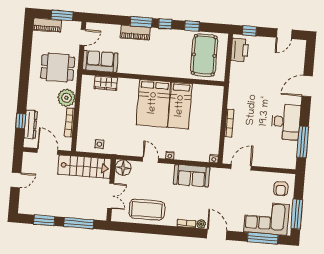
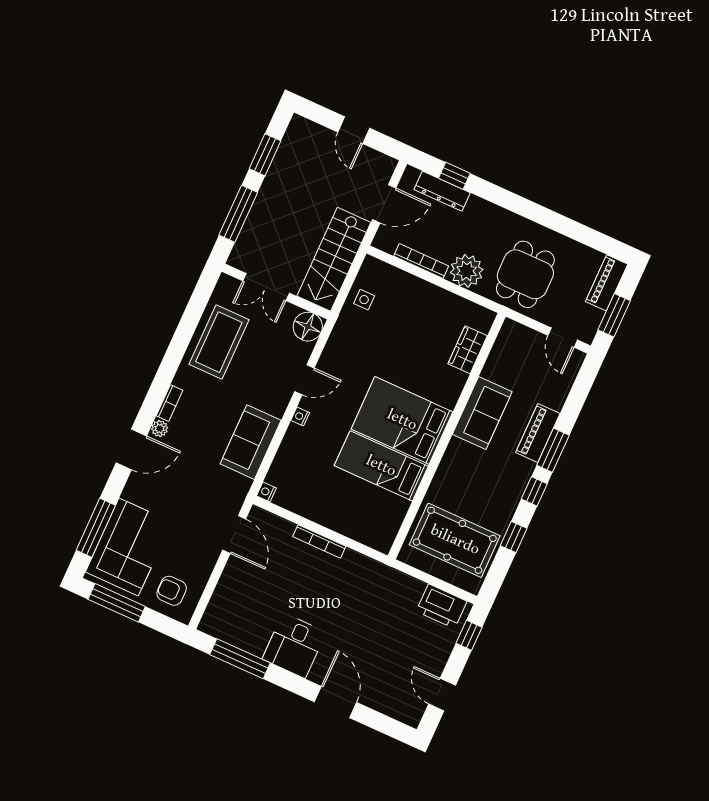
sofa: (100, 61) -> (482, 413), moved
desk: (286, 122) -> (294, 646), width x0.73

